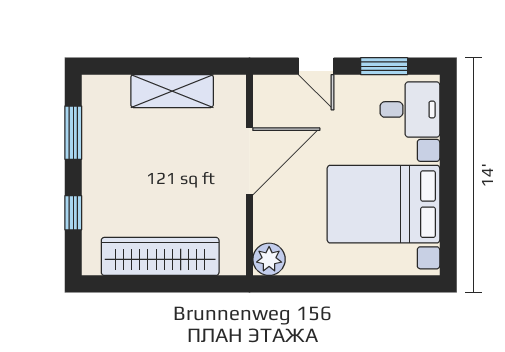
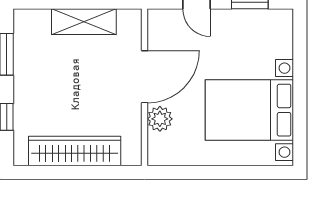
desk: (410, 109) -> (270, 36), removed
plant: (269, 259) -> (160, 119), moved

